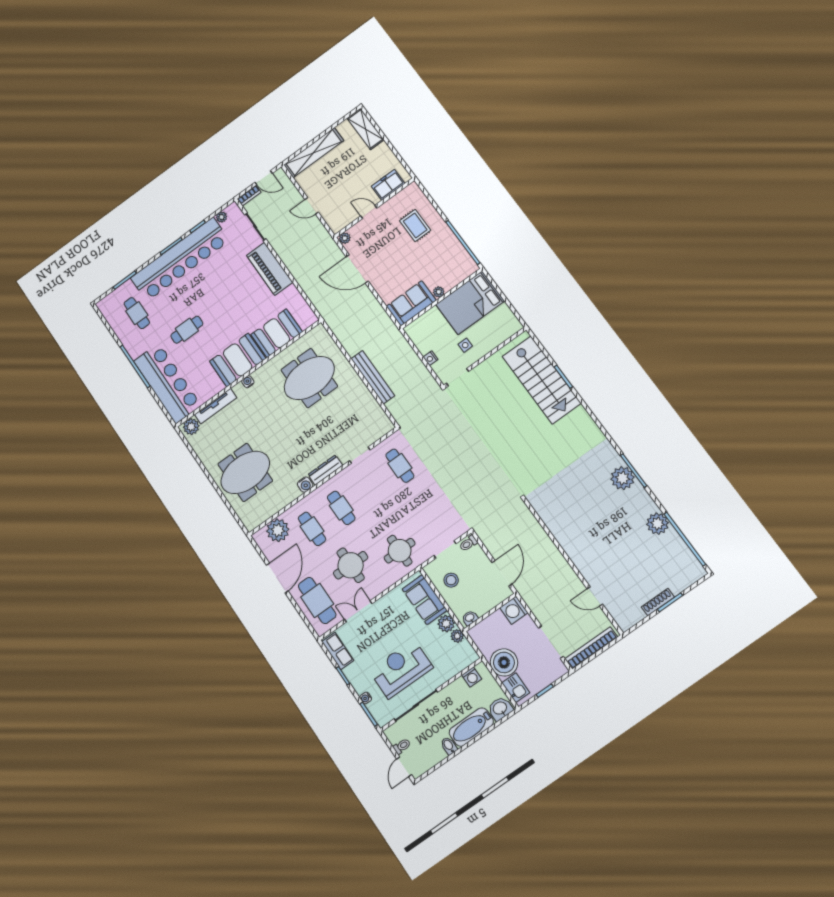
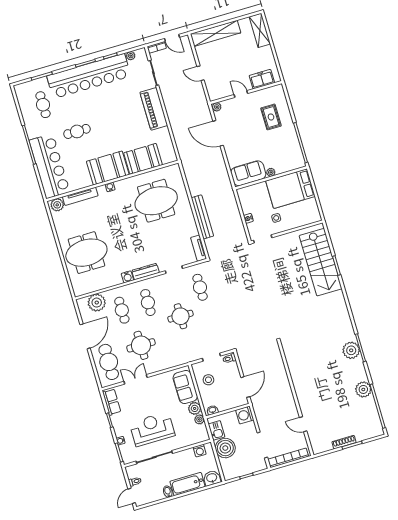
tv unit: (381, 417) -> (199, 248), added
round table: (400, 551) -> (180, 316), moved
kitchen sink: (516, 688) -> (216, 430), moved

